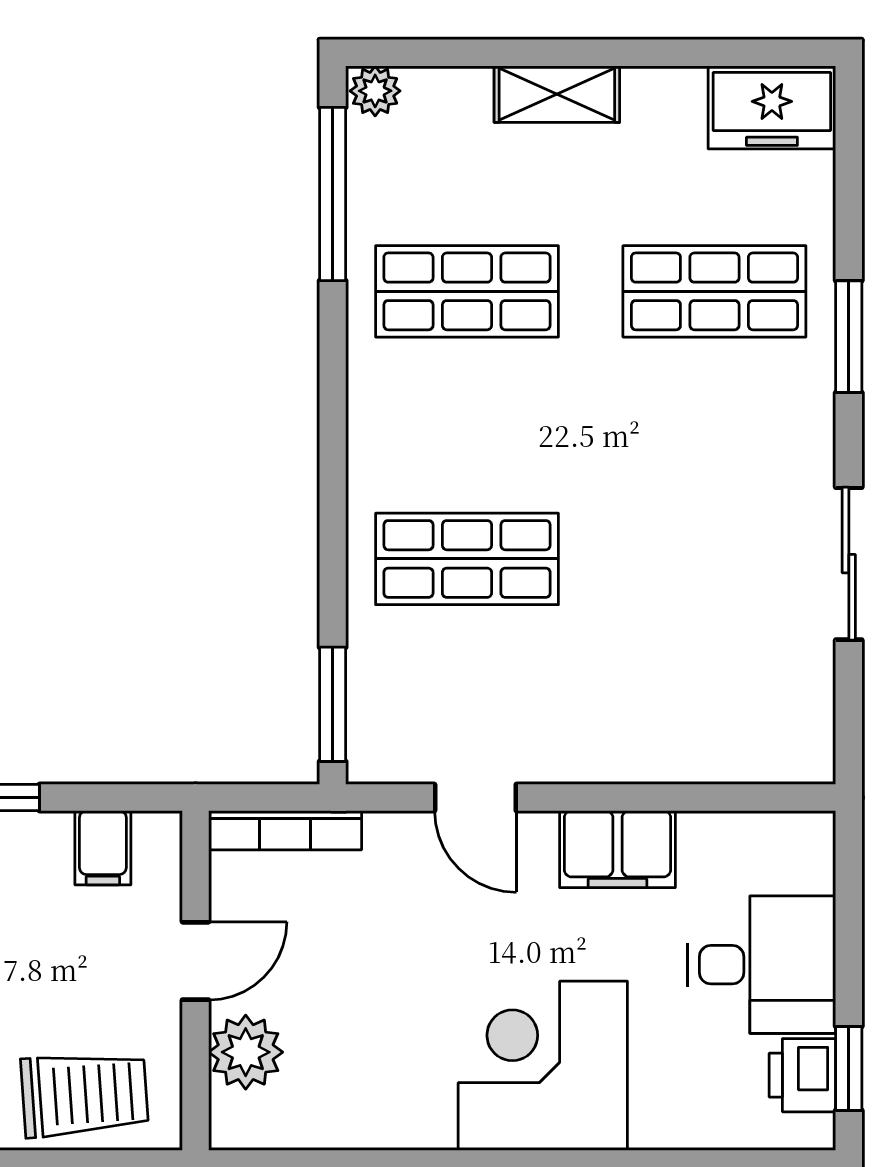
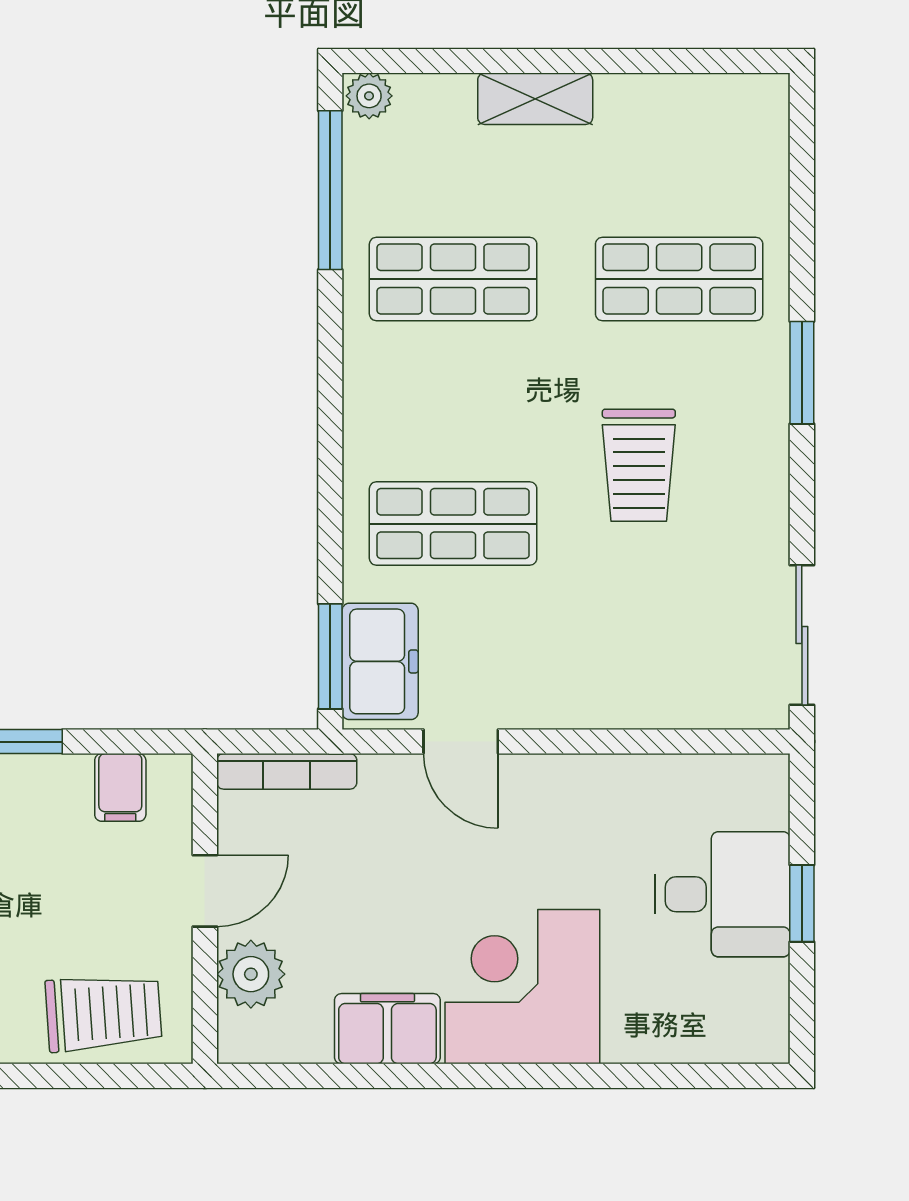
freezer: (772, 107) -> (380, 661), moved, turned -90
window: (849, 337) -> (802, 373), moved
trolley: (670, 495) -> (639, 465), added
sliding door: (849, 564) -> (802, 635), moved
filing cabinet: (617, 849) -> (387, 1029), moved, turned 180
window: (849, 1068) -> (802, 903), moved
printer: (802, 1075) -> (760, 995), removed

